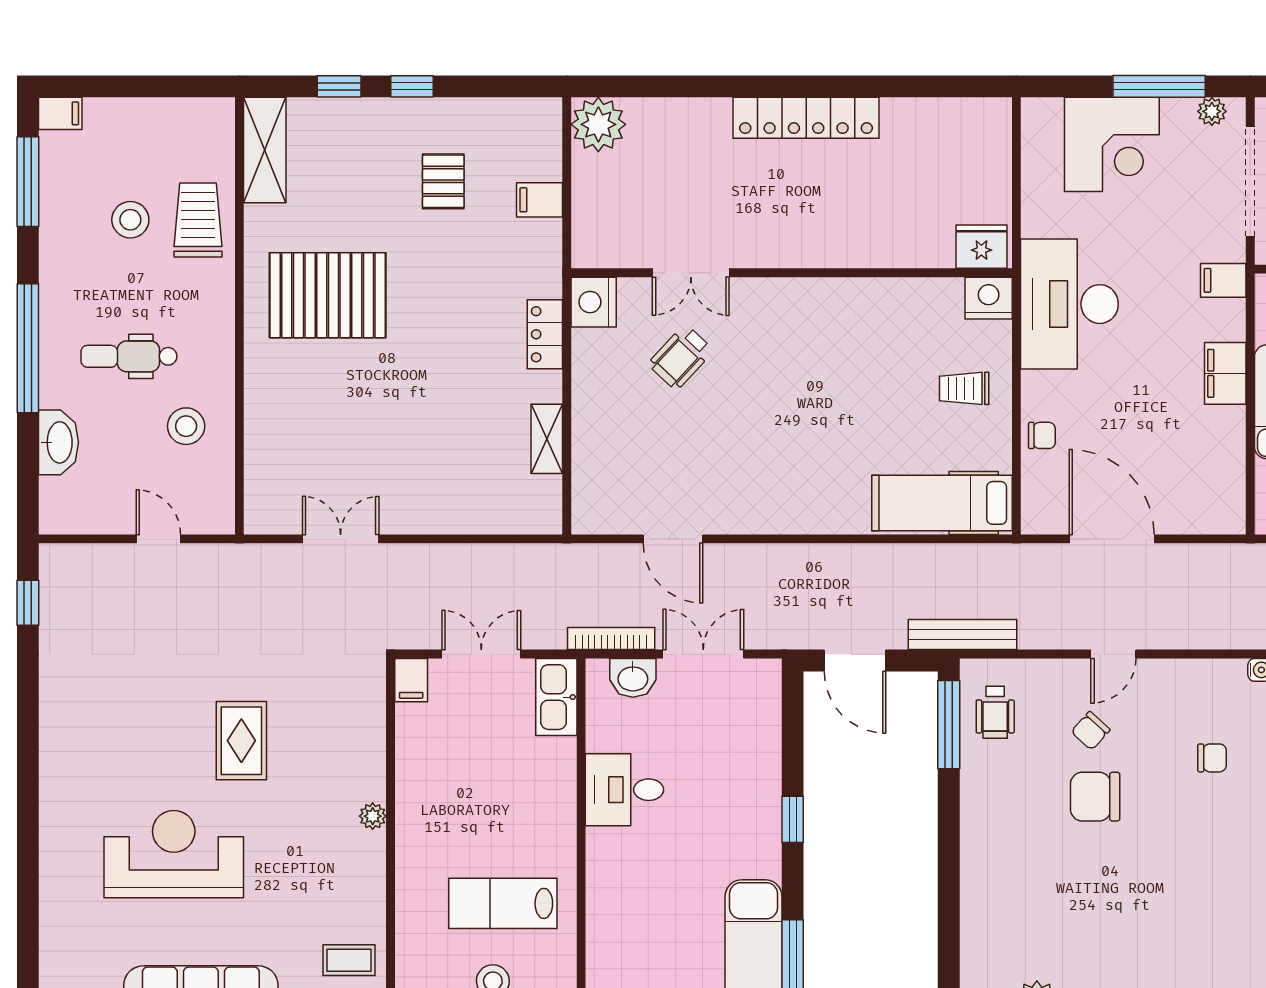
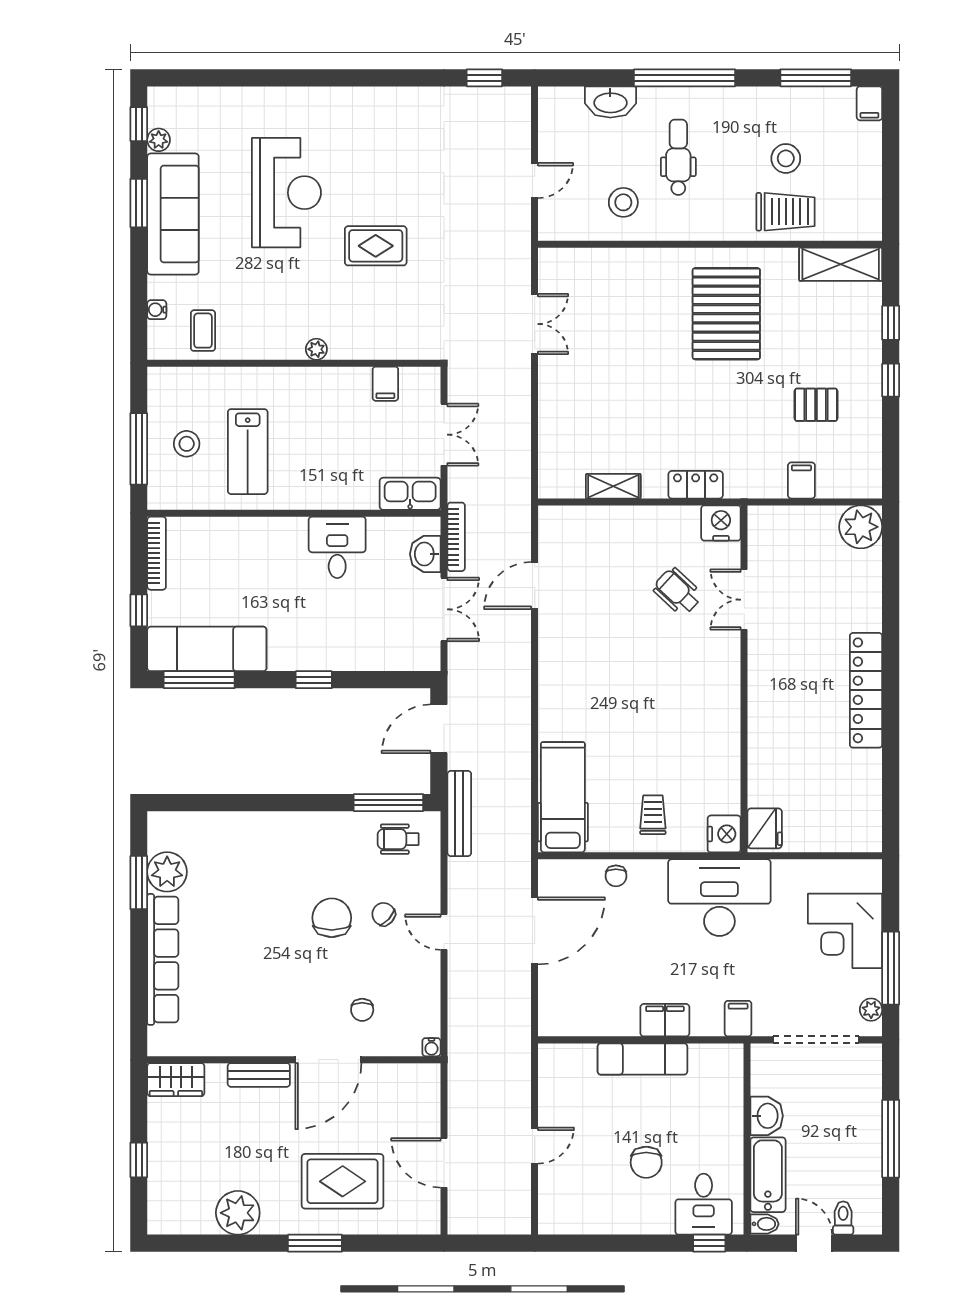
filing cabinet: (411, 680) -> (385, 384), moved, turned -90
lab bench: (503, 903) -> (248, 452), turned 180

